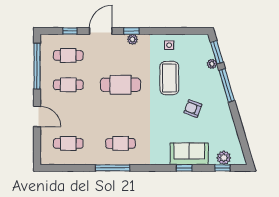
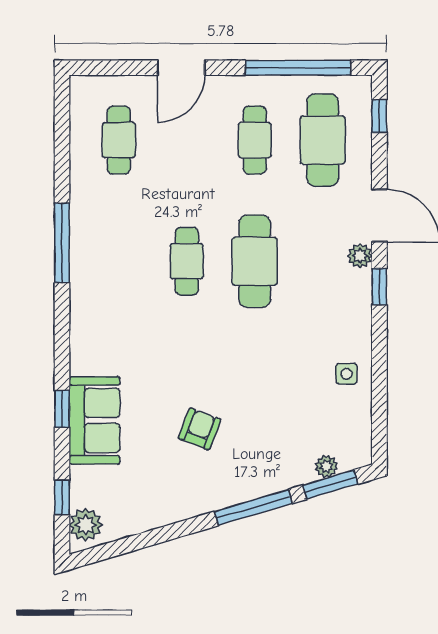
window: (70, 31) -> (379, 116), moved
plant: (132, 39) -> (360, 256), moved
cafe table: (68, 55) -> (323, 140), width x1.37, depth x1.35
plant: (212, 64) -> (326, 466), moved
coffee table: (169, 78) -> (270, 374), removed
cafe table: (121, 143) -> (187, 261), moved
plant: (224, 158) -> (86, 525), moved

